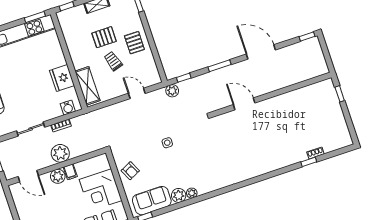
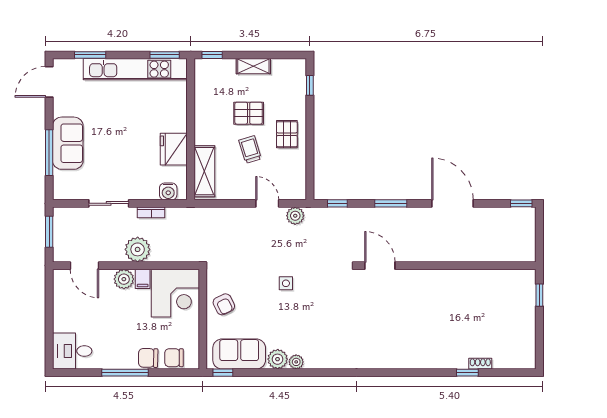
plant: (172, 91) -> (295, 216), moved
door: (244, 104) -> (380, 266), moved
corner desk: (101, 190) -> (175, 293), moved, turned -90

